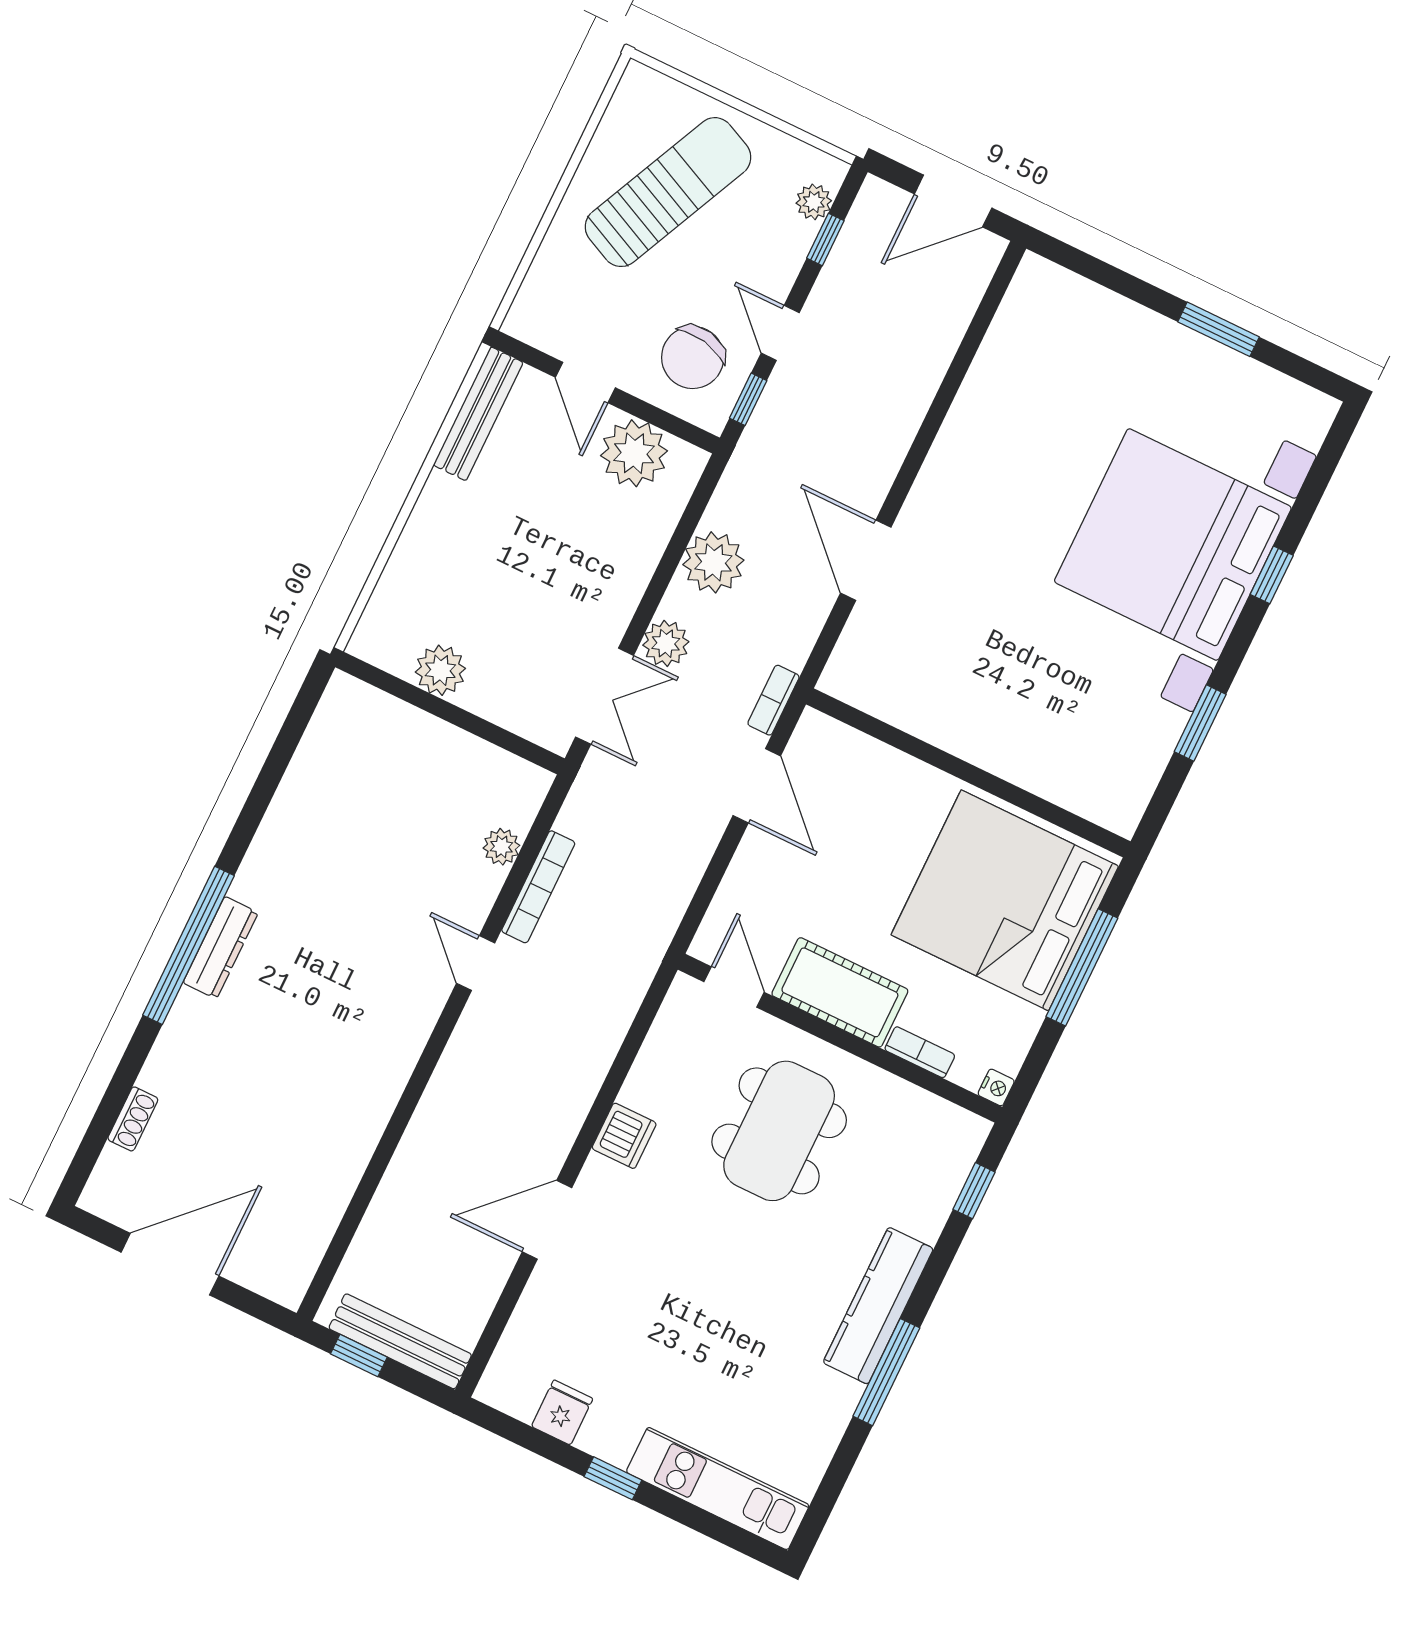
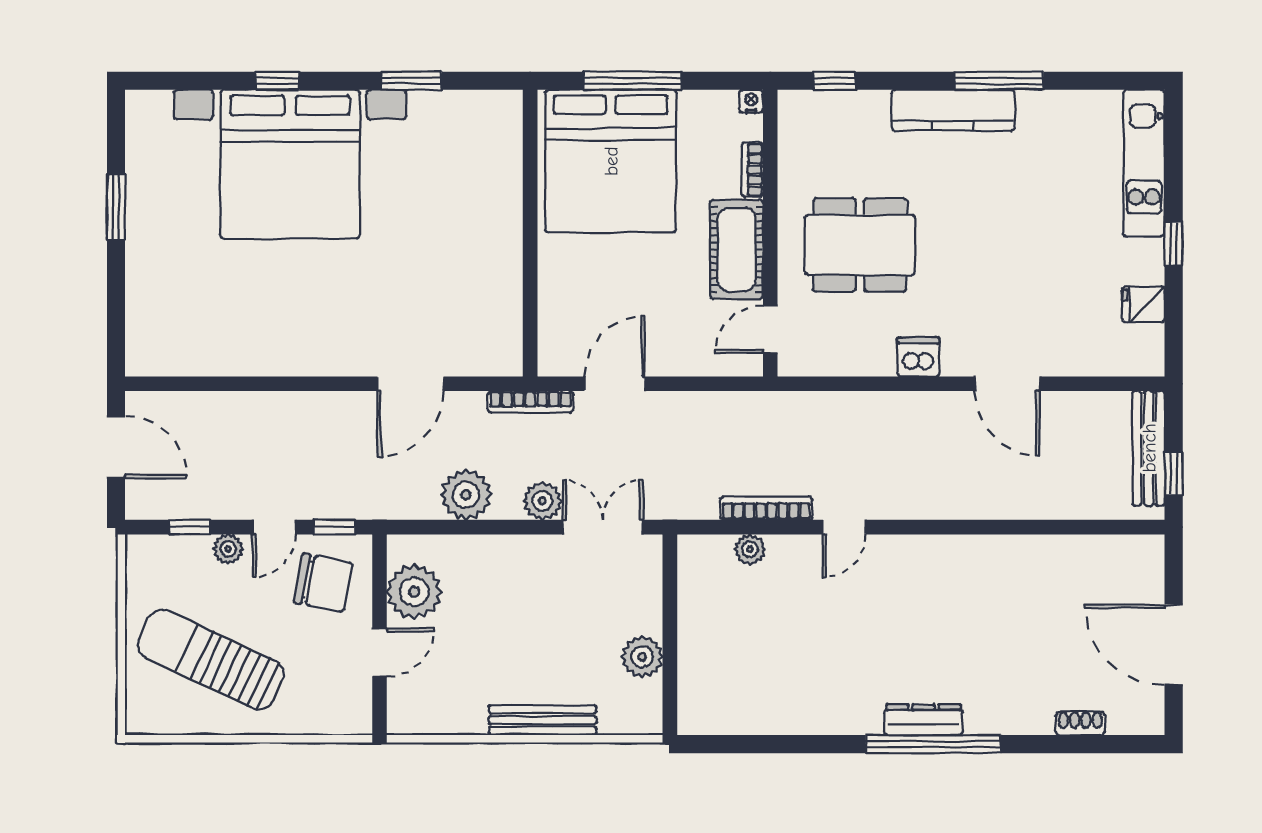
plant: (814, 202) -> (228, 549), moved
bench: (478, 414) -> (543, 720), moved
bookcase: (773, 700) -> (530, 402), width x1.56

